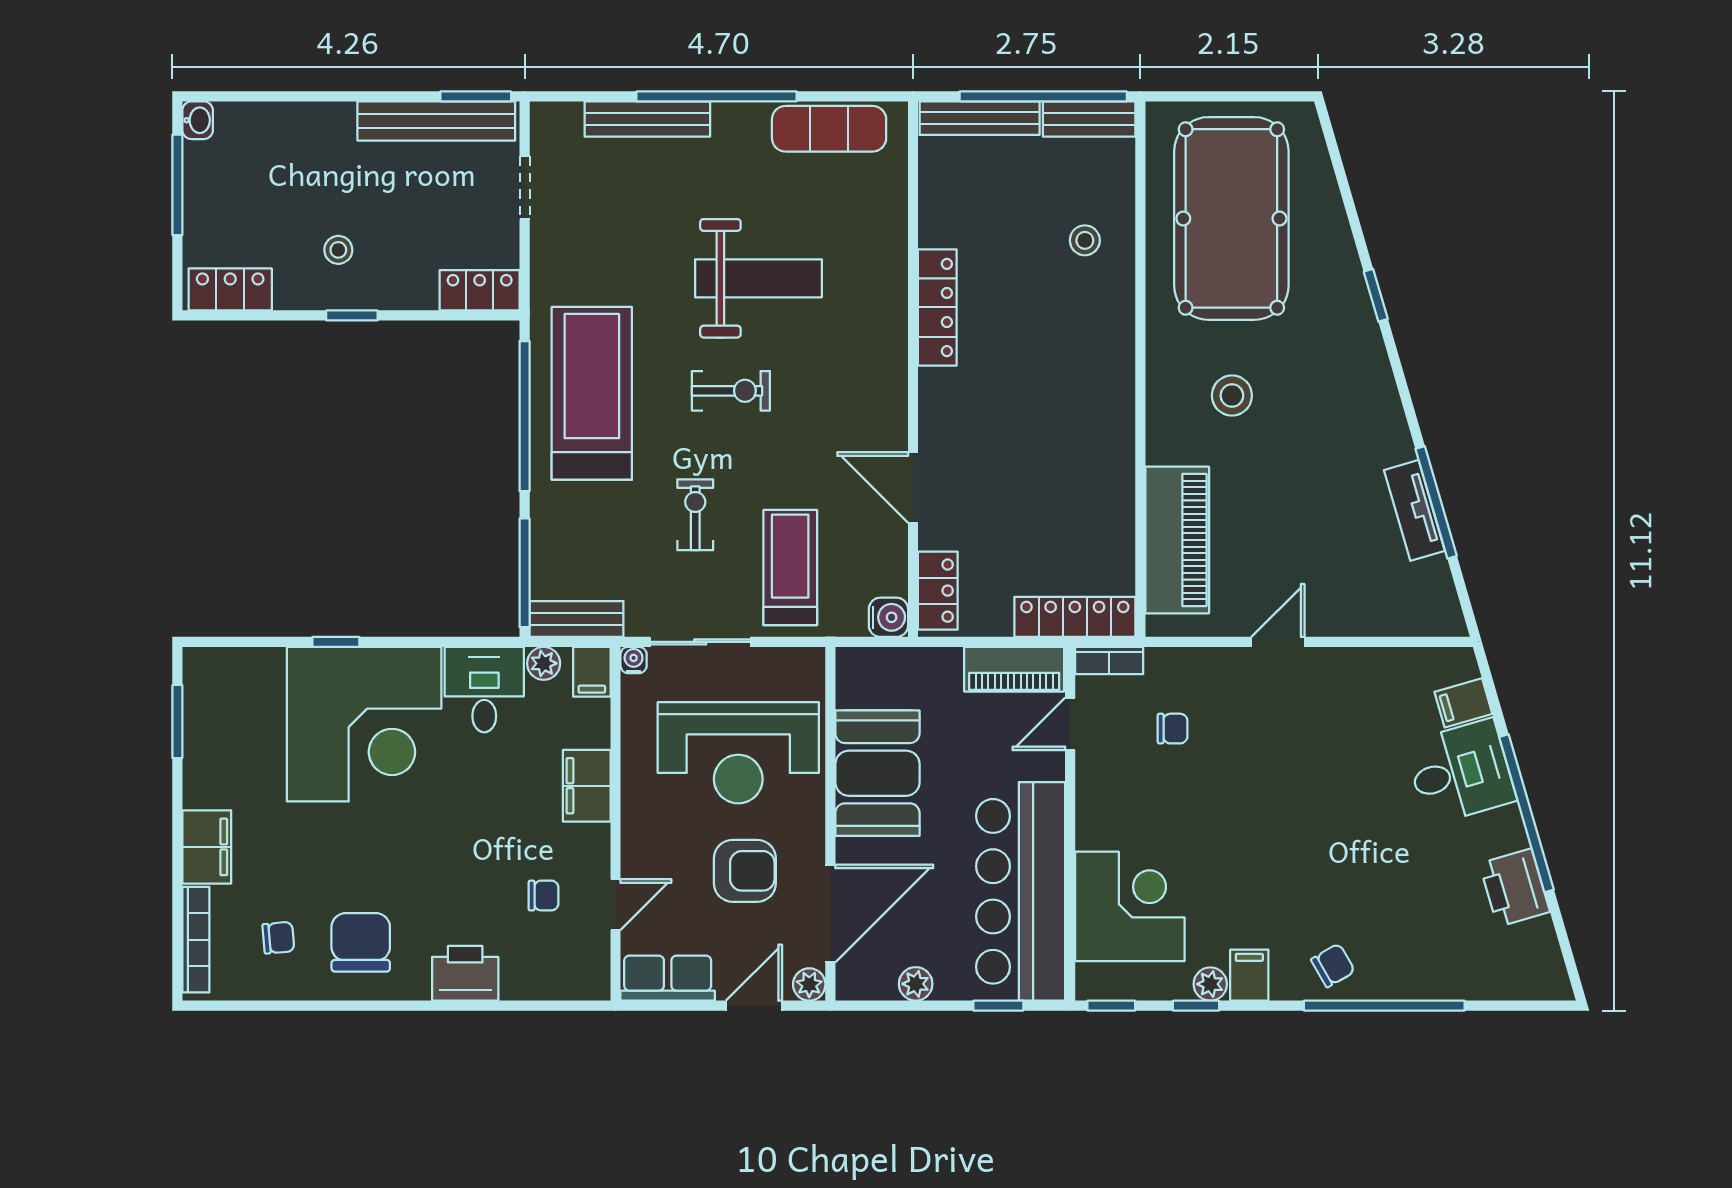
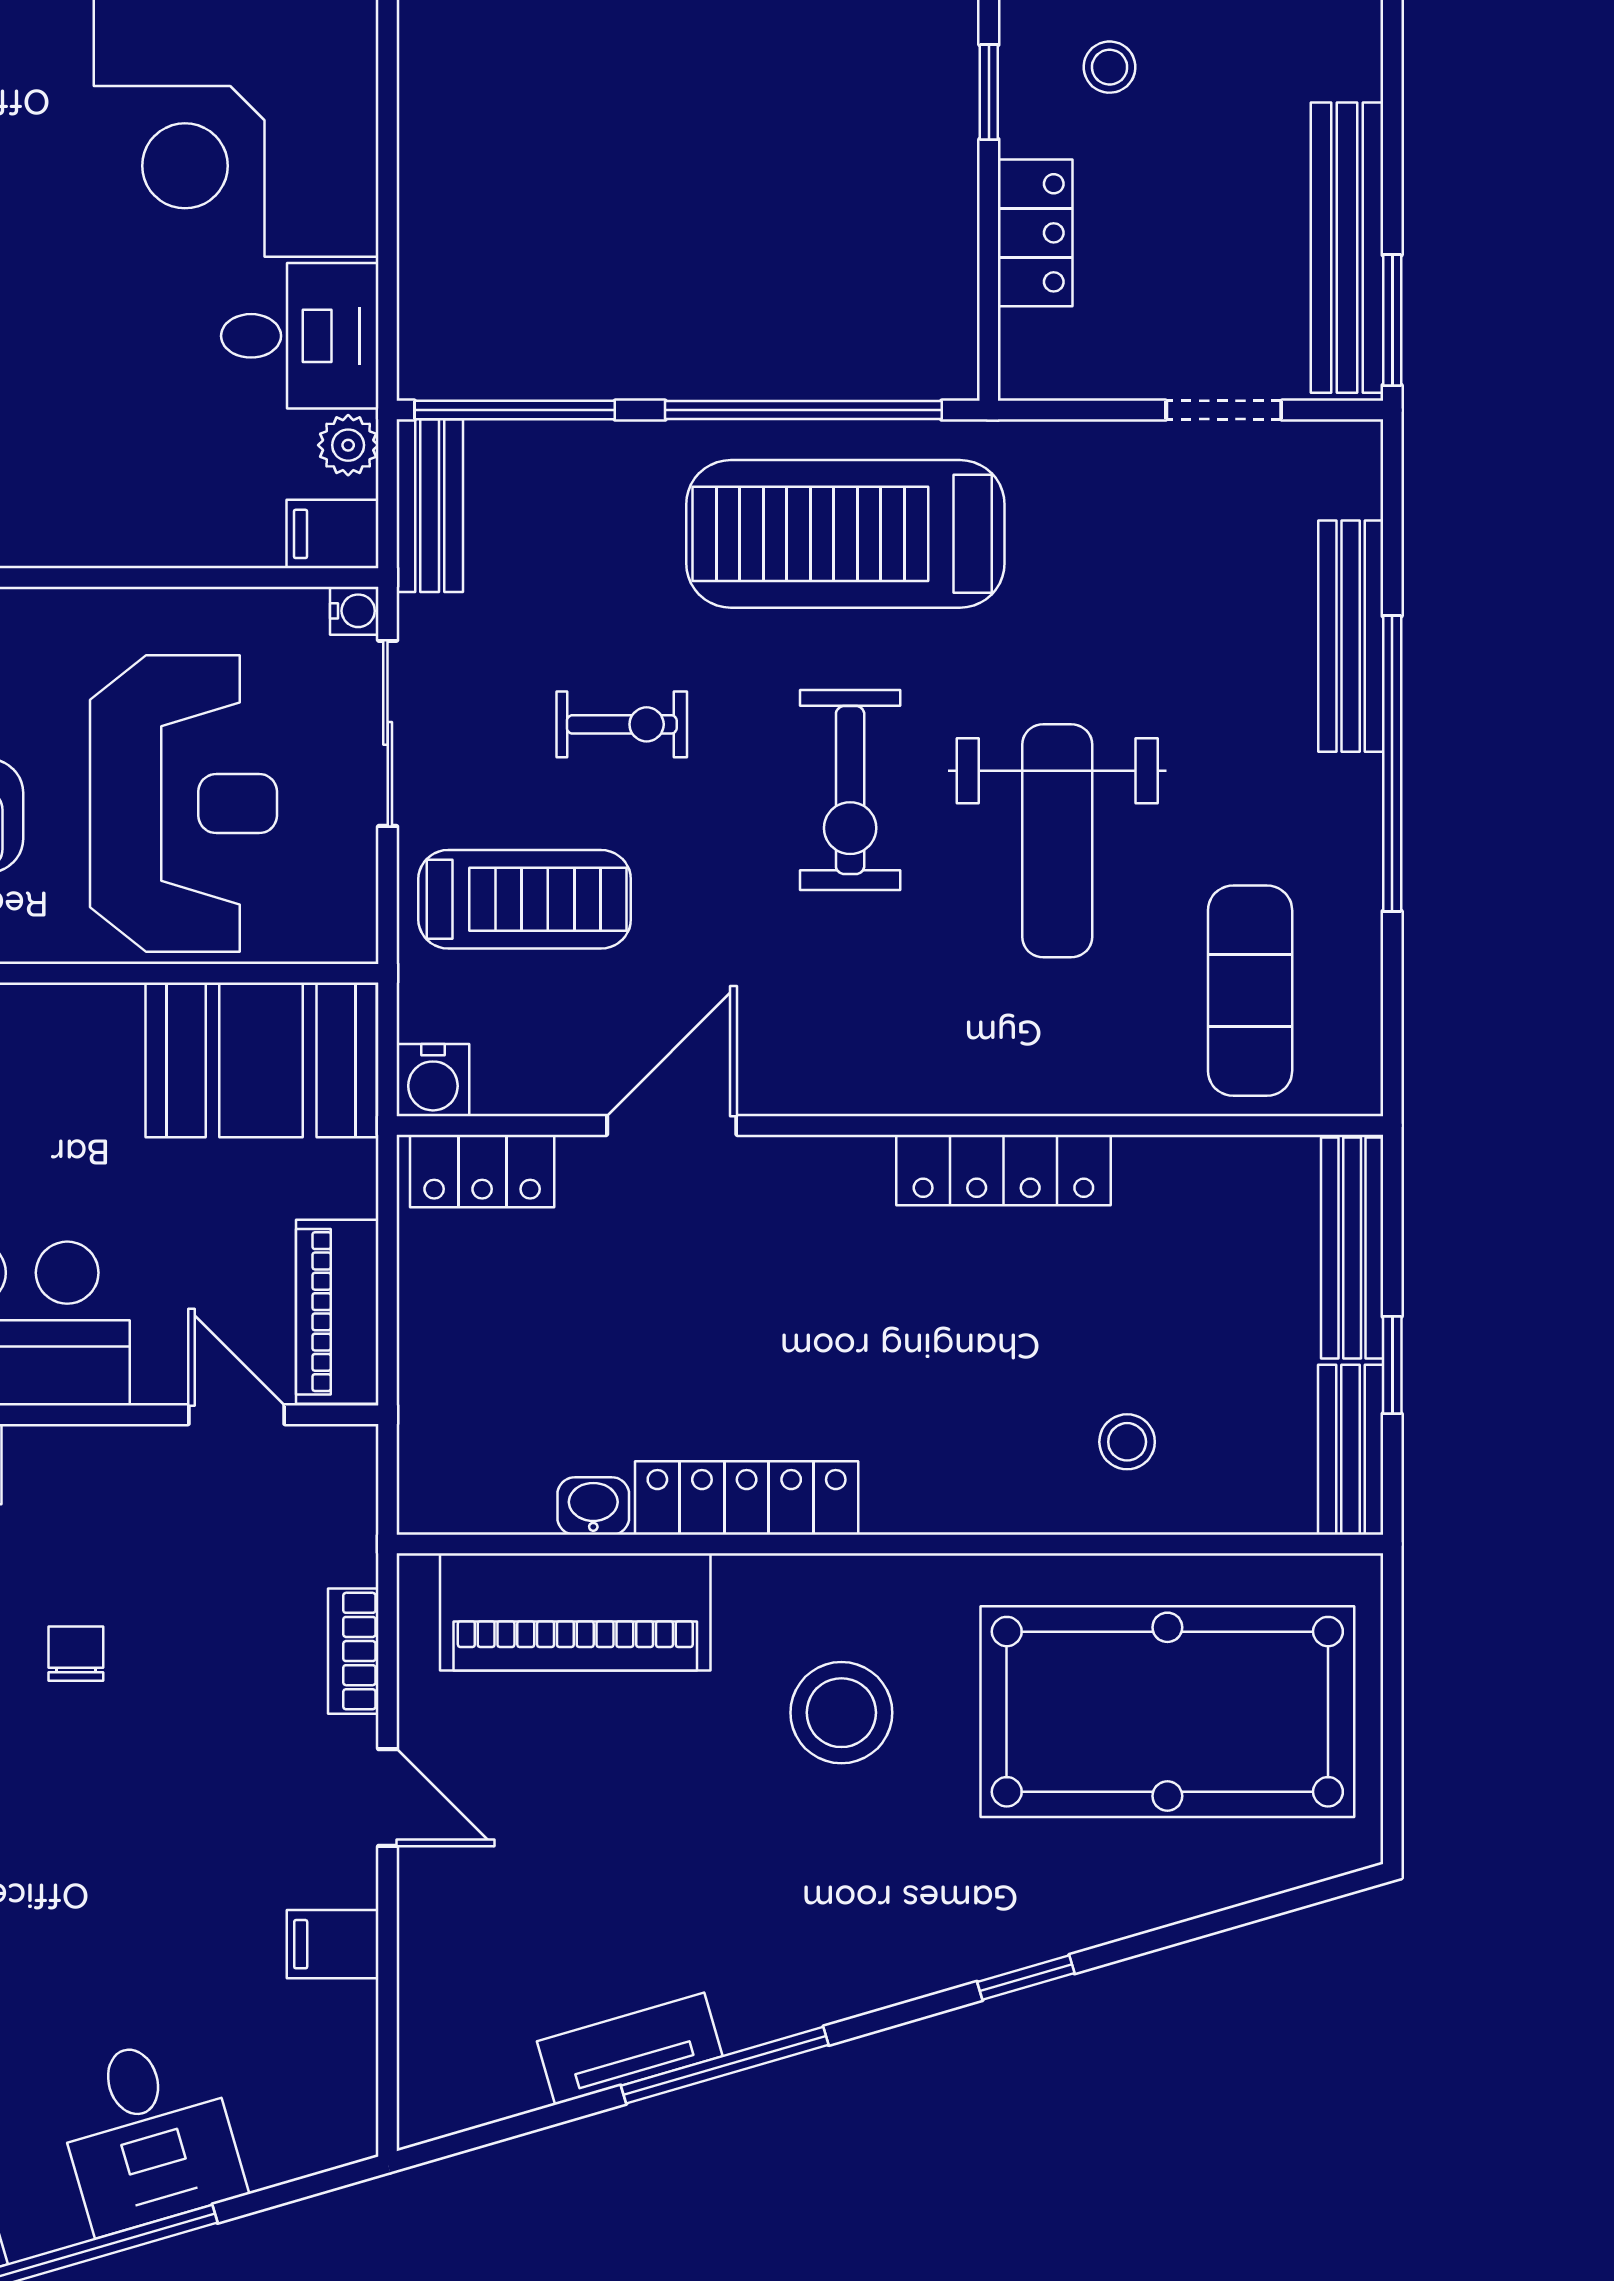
window: (1043, 96) -> (1392, 1365), width x0.32
exercise mat: (829, 129) -> (1250, 991), moved
locker: (480, 290) -> (1035, 233), moved
exercise bike: (731, 391) -> (850, 790), width x1.38, depth x1.39
treadmill: (592, 393) -> (845, 534), turned 180
stool: (1232, 396) -> (841, 1713), width x1.38, depth x1.38
window: (1436, 502) -> (725, 2065), moved
washbasin: (1120, 530) -> (593, 1506), added
locker: (1075, 617) -> (747, 1498), moved, turned -90
window: (336, 642) -> (388, 63), removed
bookcase: (1109, 661) -> (353, 1651), moved
filing cabinet: (1463, 703) -> (333, 1944), moved, turned -74
chair: (1173, 729) -> (76, 1654), moved, turned 180
reception desk: (738, 753) -> (184, 804), turned 180
booth: (877, 773) -> (261, 1060), moved
filing cabinet: (587, 786) -> (123, 524), removed

